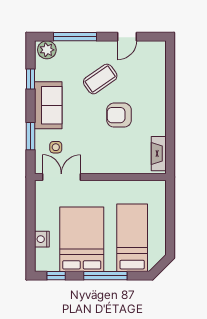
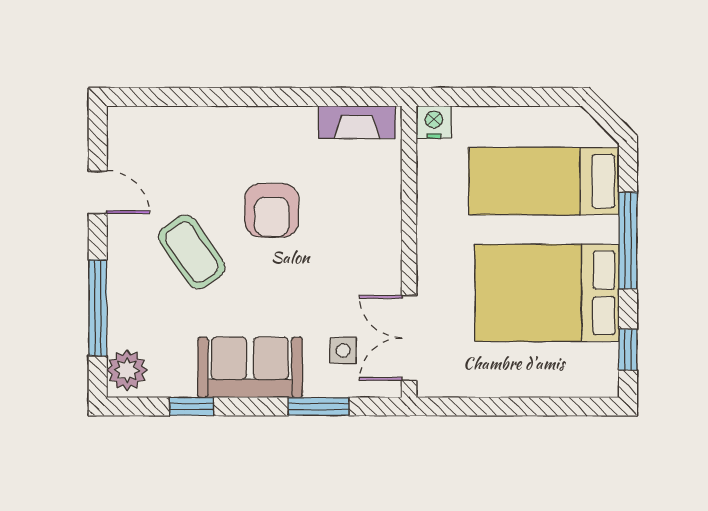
nightstand: (42, 239) -> (434, 122), moved, turned 180

